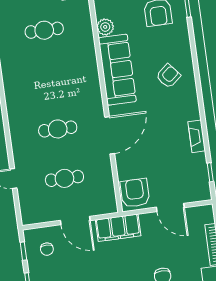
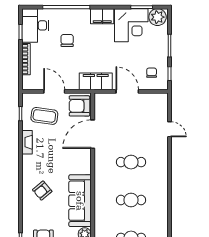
door: (110, 135) -> (93, 134), moved
coffee table: (179, 174) -> (44, 116), added
cafe table: (64, 178) -> (131, 200), moved
armchair: (135, 193) -> (79, 106), turned 90

